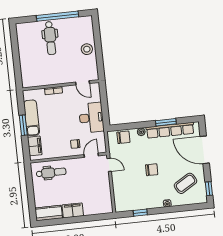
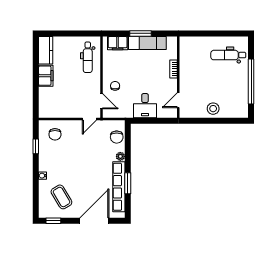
dental chair: (50, 38) -> (228, 55), moved
desk: (91, 118) -> (145, 106), width x0.73
chair: (152, 170) -> (55, 134), moved

